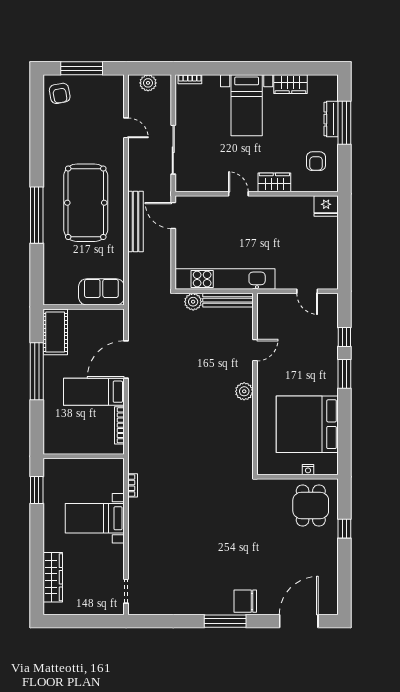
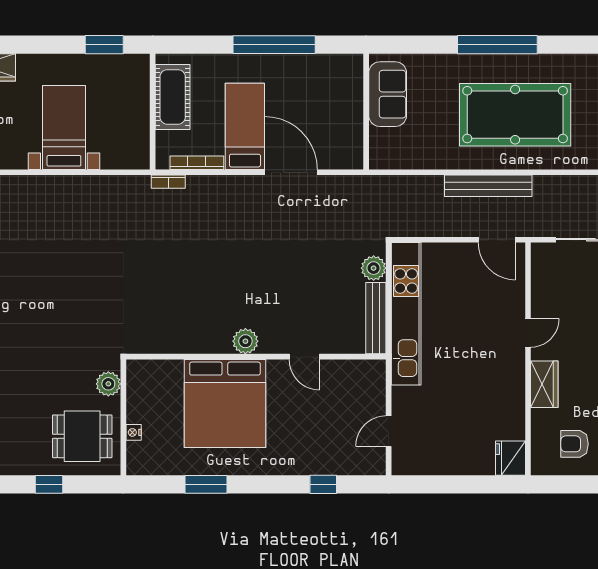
door: (173, 216) -> (497, 240), swing flipped
sofa: (101, 292) -> (388, 94), moved
cot: (55, 332) -> (173, 97), moved, turned 90
window: (344, 374) -> (206, 484), moved
bed: (307, 424) -> (225, 403), moved, turned 180
bookcase: (133, 485) -> (168, 182), moved
plant: (274, 487) -> (108, 384), added

